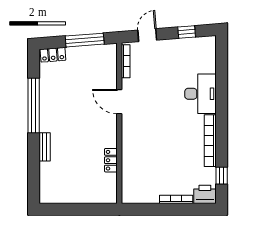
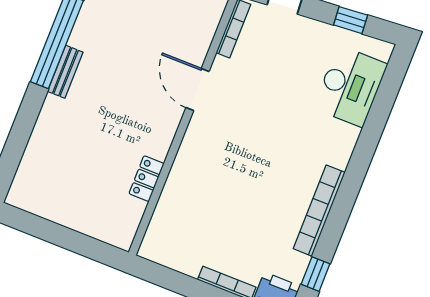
desk: (200, 94) -> (350, 86), moved
bench: (45, 147) -> (65, 72), moved

